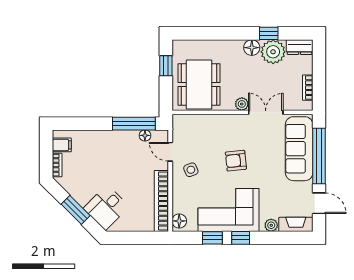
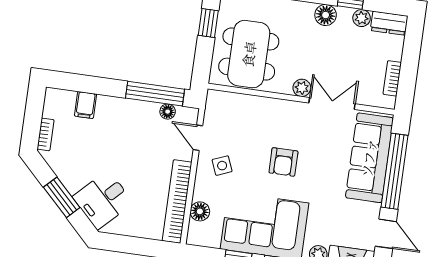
plant: (273, 52) -> (362, 18), width x0.53, depth x0.53
filing cabinet: (62, 145) -> (86, 105), moved, turned 90
armchair: (236, 161) -> (283, 162), turned -84
floor lamp: (179, 221) -> (200, 211), moved

